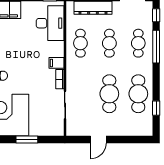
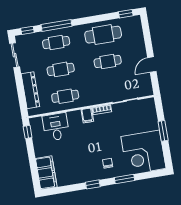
desk: (50, 23) -> (56, 127), width x0.73
cafe table: (109, 94) -> (108, 61), width x0.73, depth x0.74
window: (156, 108) -> (126, 14), moved
door: (98, 139) -> (152, 65), swing flipped

